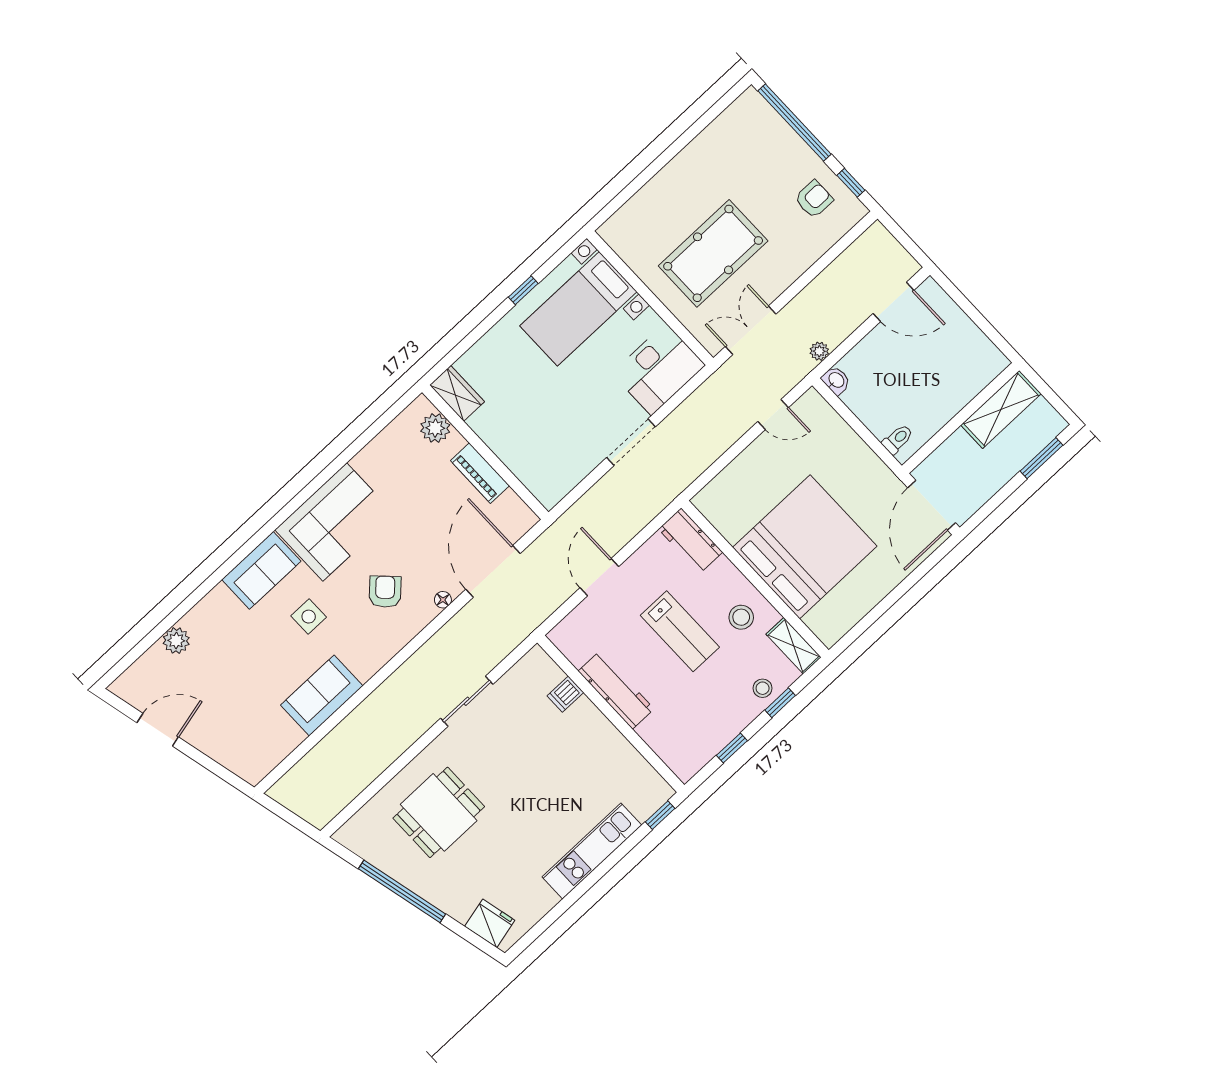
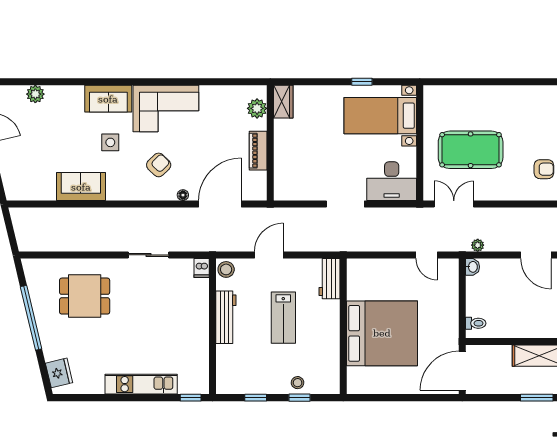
stool: (741, 617) -> (226, 269), moved
shelving: (794, 646) -> (332, 376), removed
dishwasher: (565, 694) -> (202, 268), moved, turned -90

